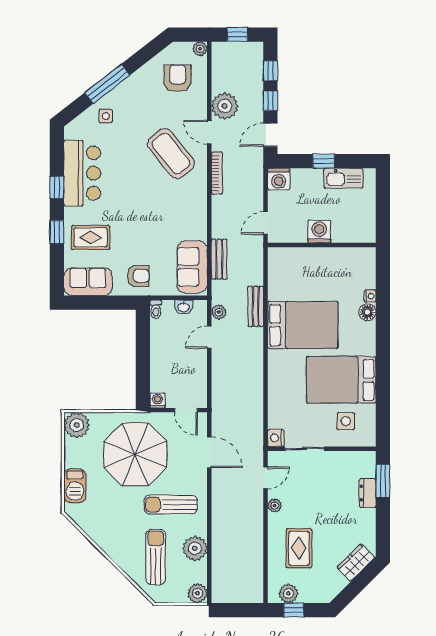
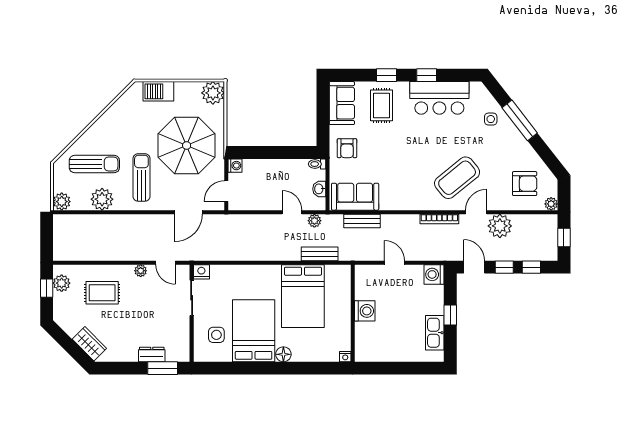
washing machine: (319, 232) -> (365, 311), moved
wall: (322, 245) -> (353, 313), moved
nightstand: (370, 296) -> (345, 357), moved
floor lamp: (367, 312) -> (283, 354), moved

